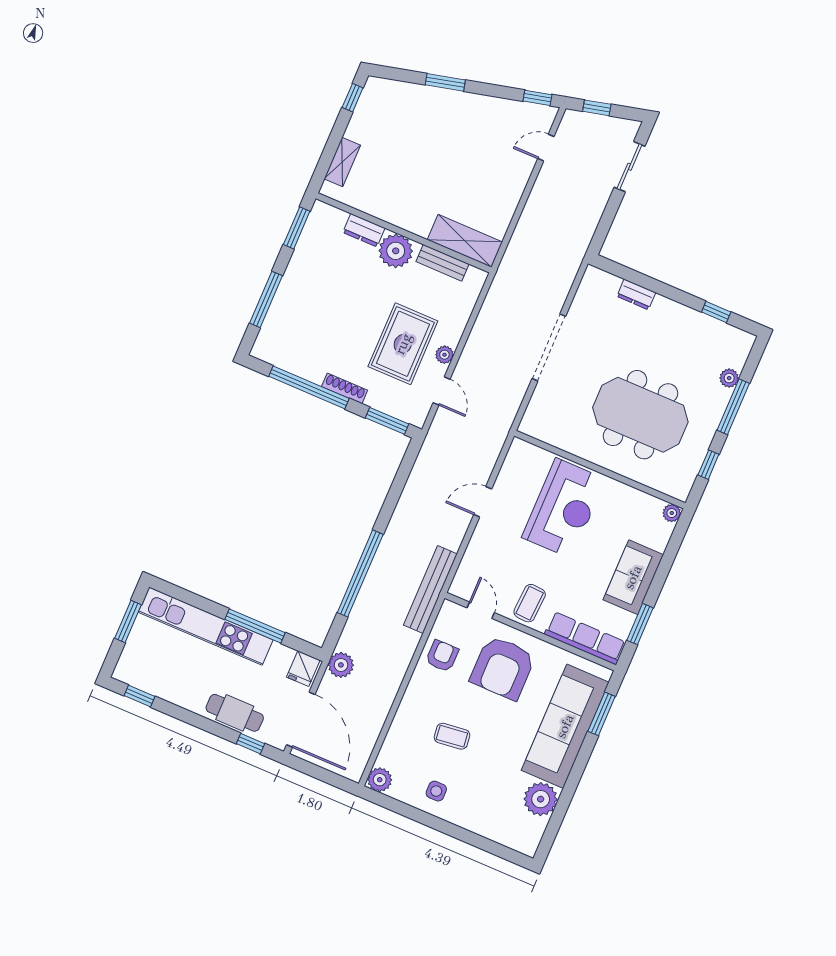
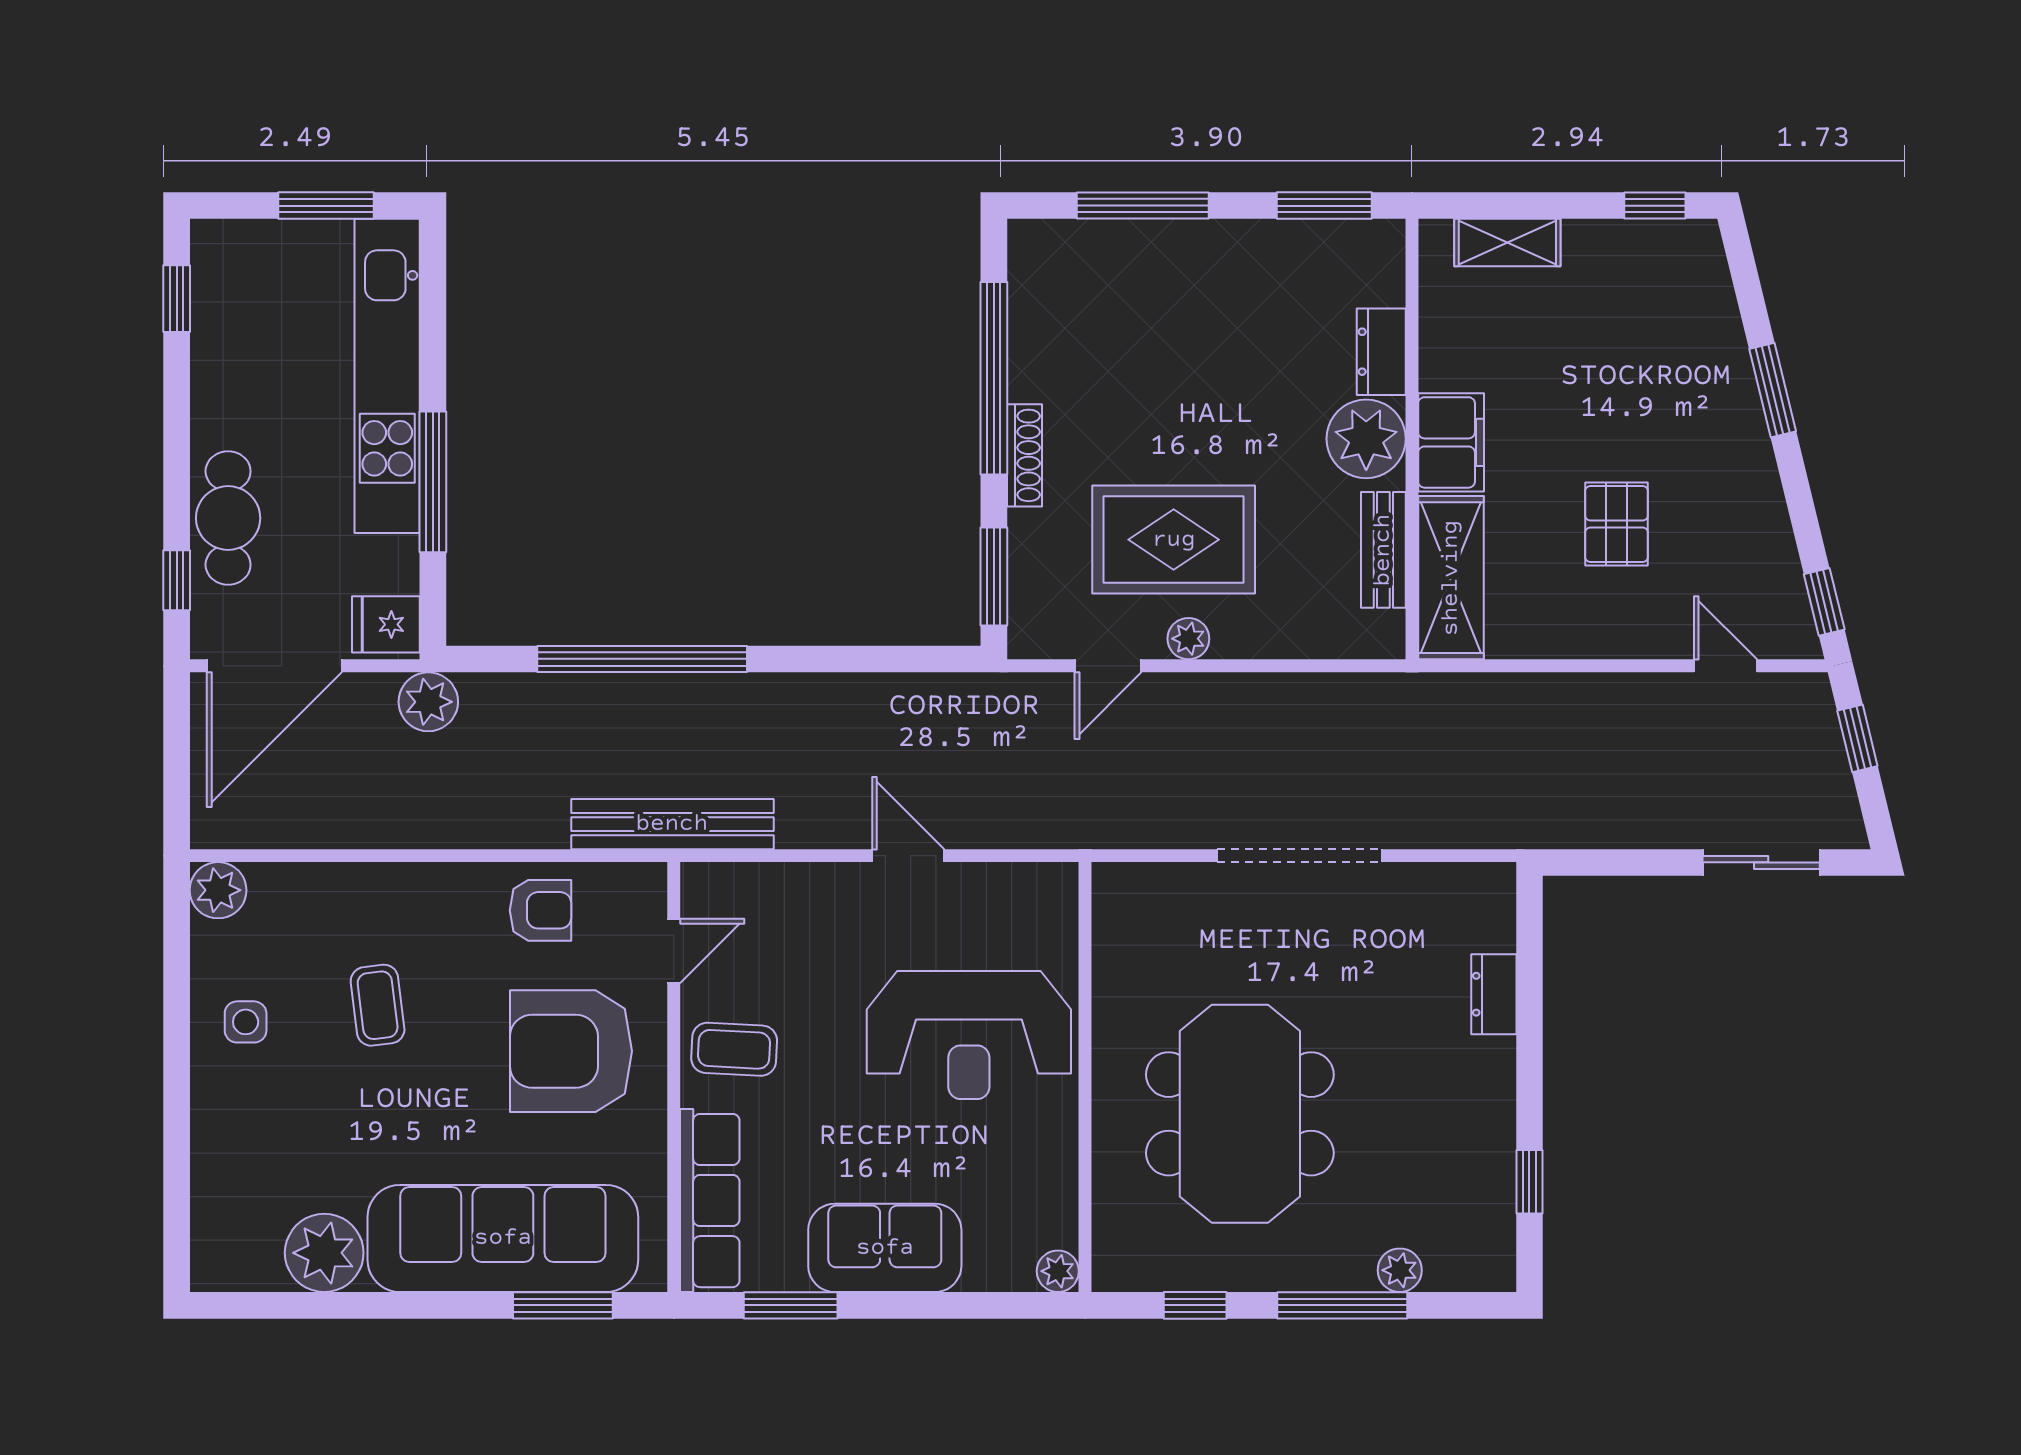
pallet: (472, 167) -> (1617, 524), added
filing cabinet: (412, 218) -> (1451, 442), added

